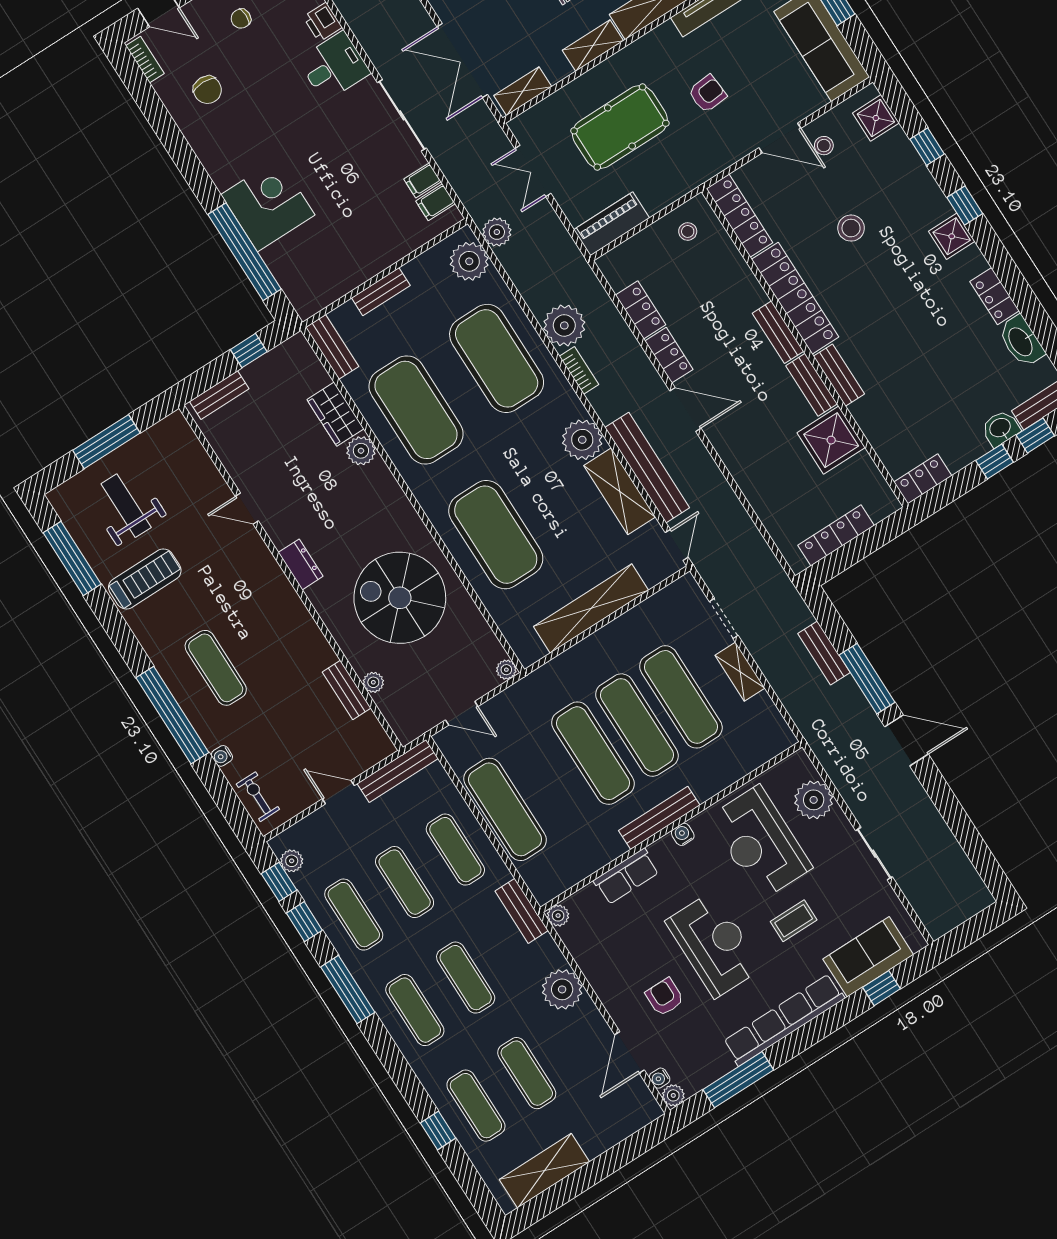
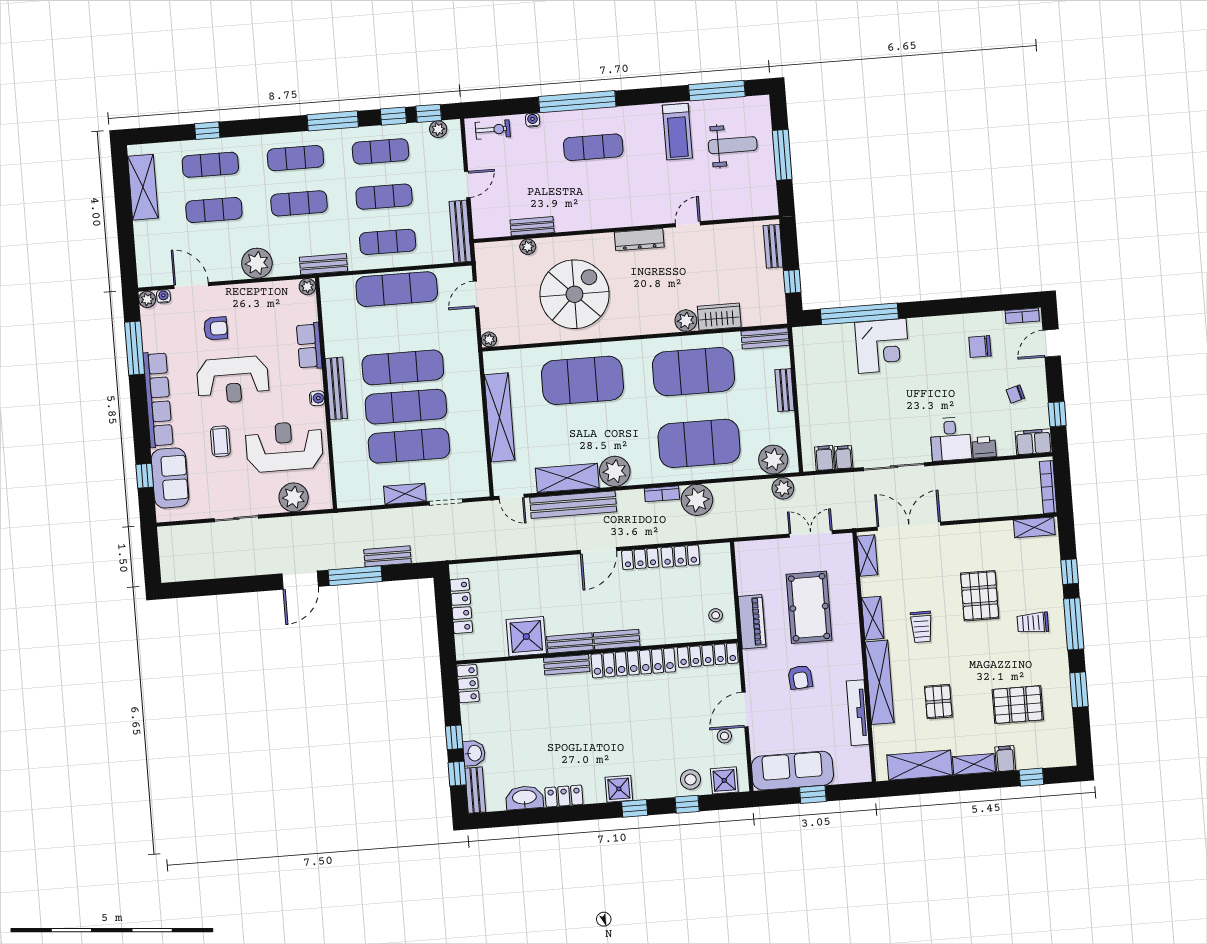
chair: (241, 19) -> (1015, 394), turned -106
piano: (612, 224) -> (752, 622), moved
stool: (851, 228) -> (691, 780), moved
dresser: (301, 564) -> (639, 240), width x1.44

